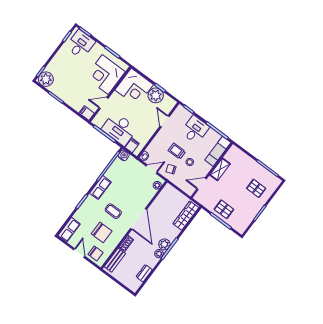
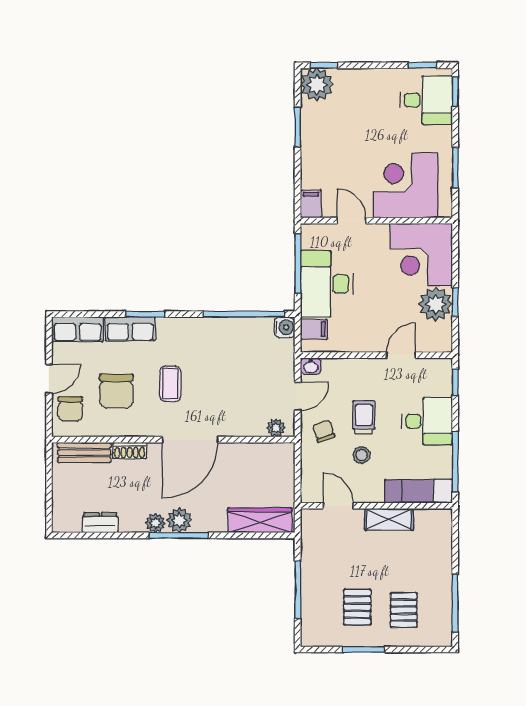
door: (152, 169) -> (298, 396), hinge flipped
row of seats: (100, 188) -> (130, 329), moved
pallet: (224, 209) -> (357, 607), moved

